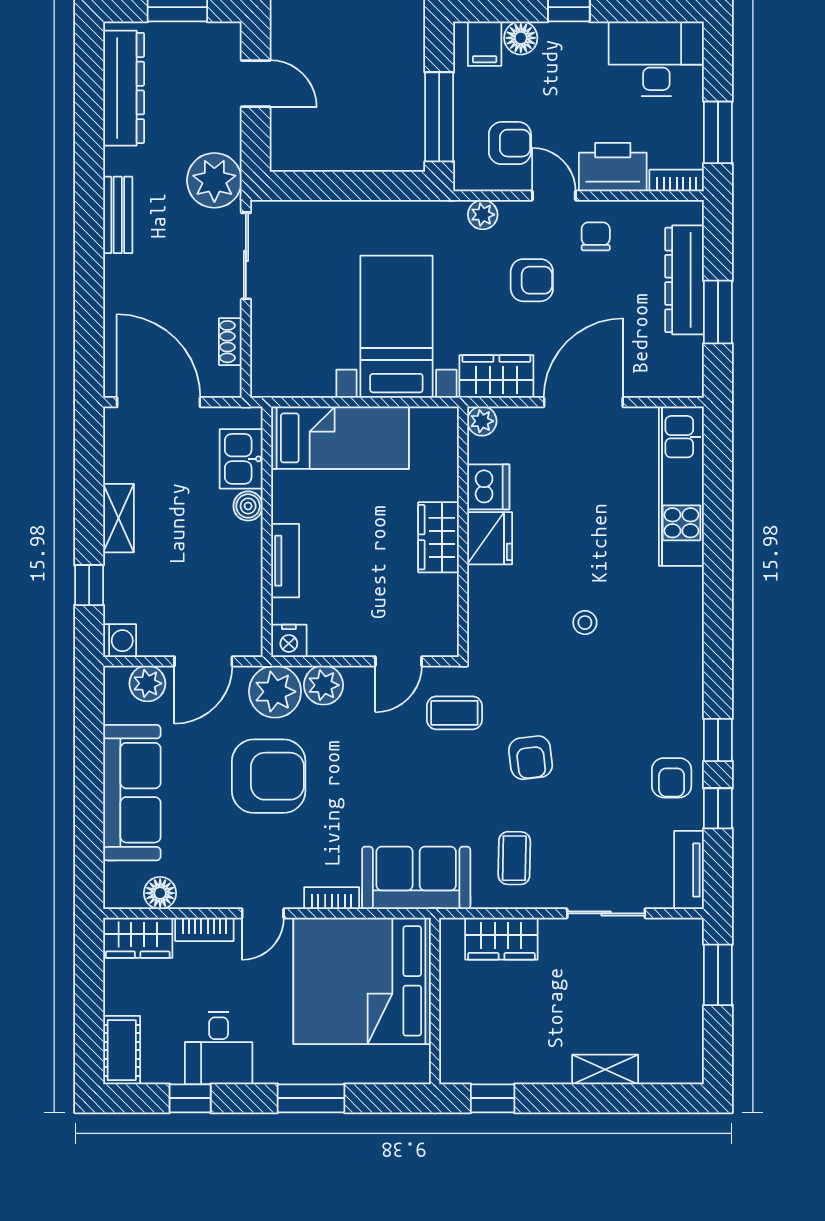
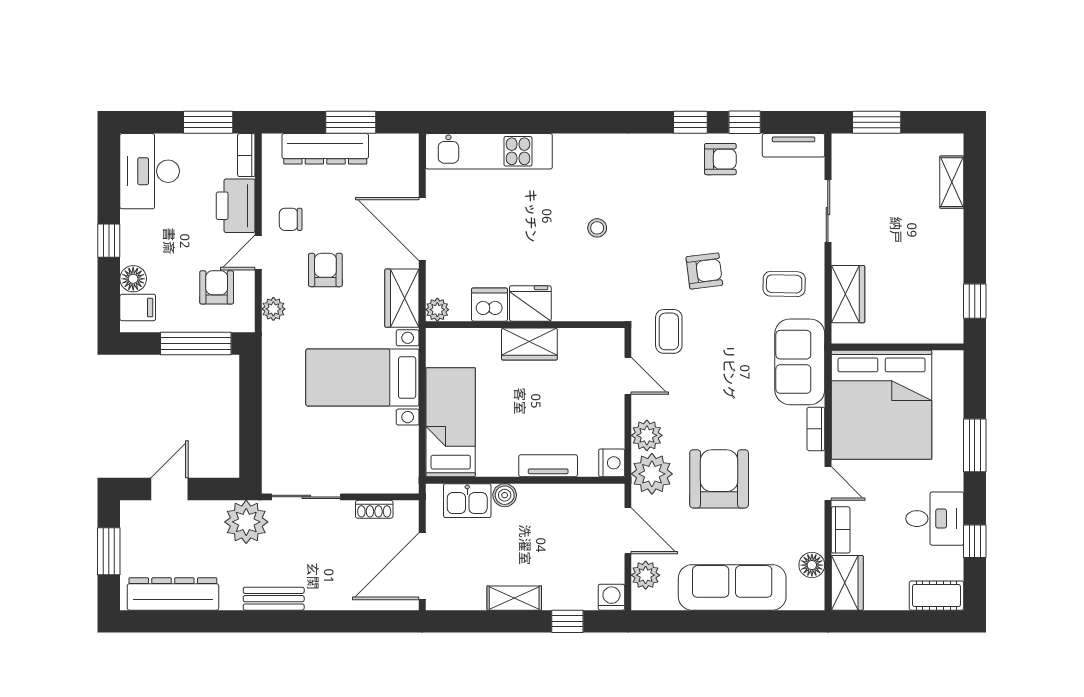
shelving: (605, 1069) -> (952, 182), moved

